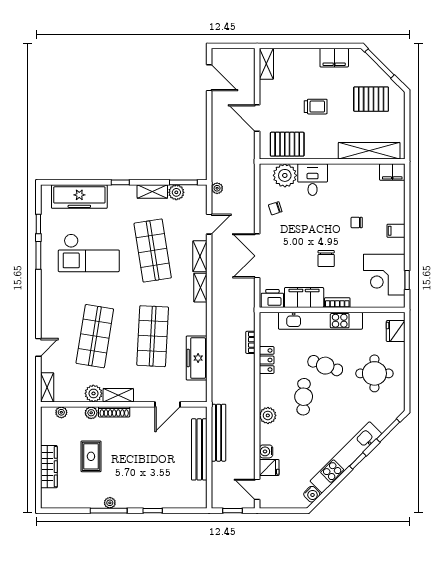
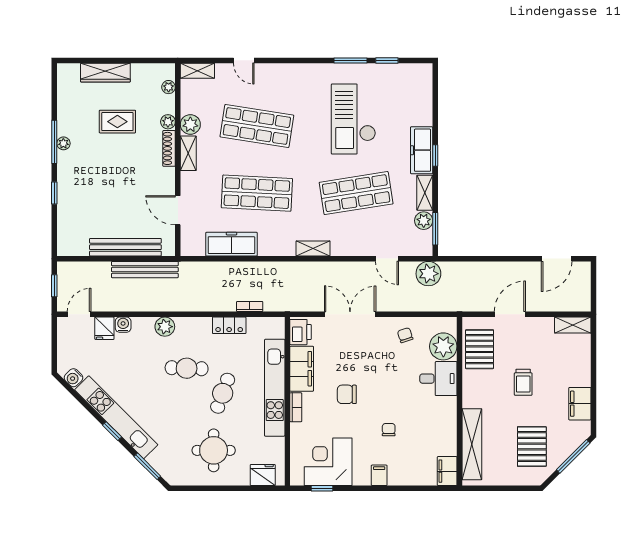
plant: (217, 188) -> (428, 274), width x1.87, depth x1.87
freezer: (79, 197) -> (422, 150), moved, width x0.73, depth x0.79
shelving: (200, 256) -> (349, 248), removed

